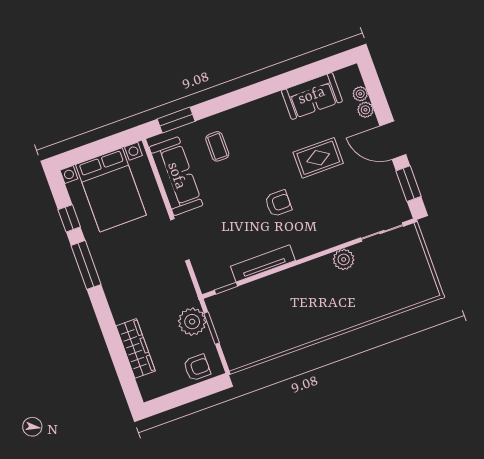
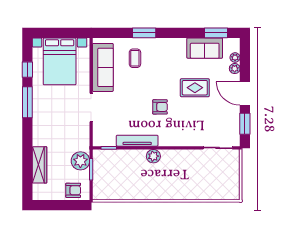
window: (320, 68) -> (216, 33), added
window: (176, 120) -> (144, 33), moved
plant: (344, 259) -> (153, 156), moved

